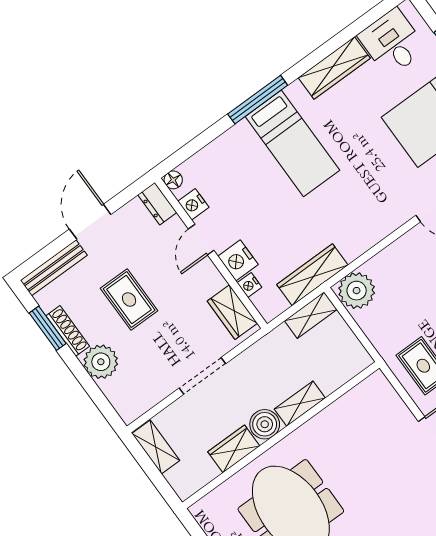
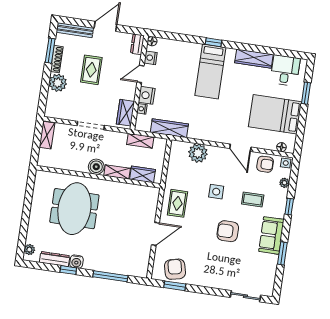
window: (258, 100) -> (213, 42), width x0.46
plant: (357, 291) -> (198, 153), moved
shelving: (311, 315) -> (140, 141), moved
wardrobe: (234, 449) -> (143, 174), moved

